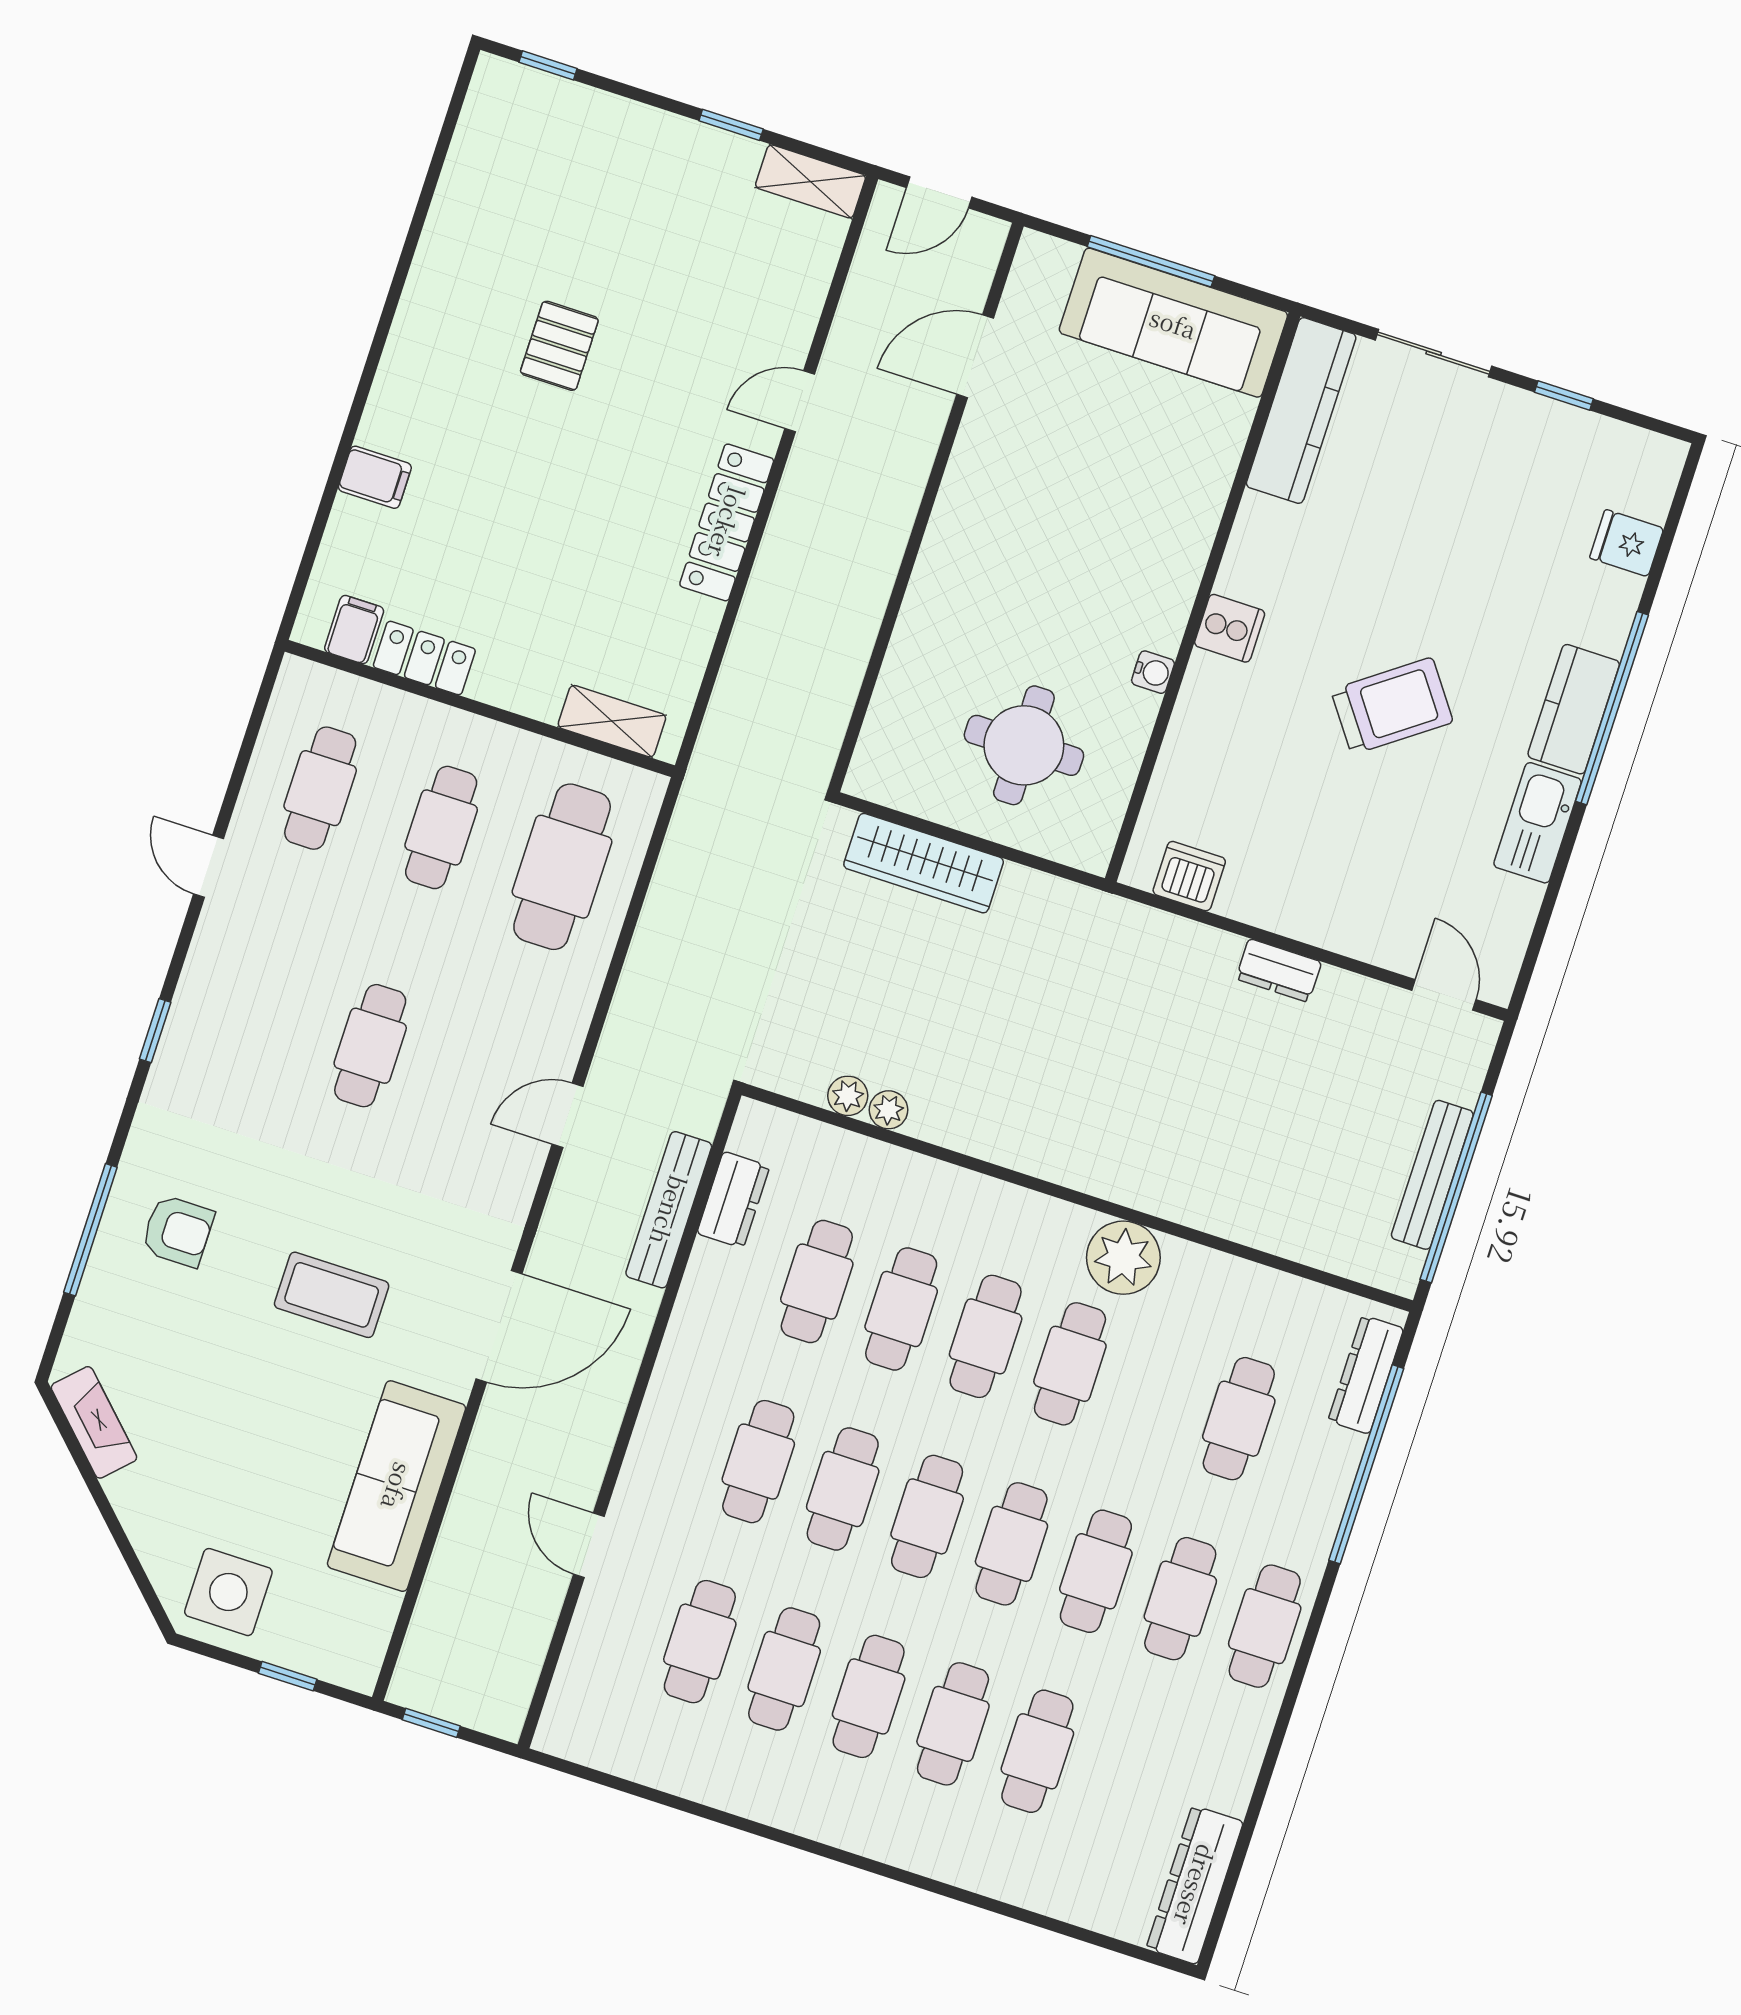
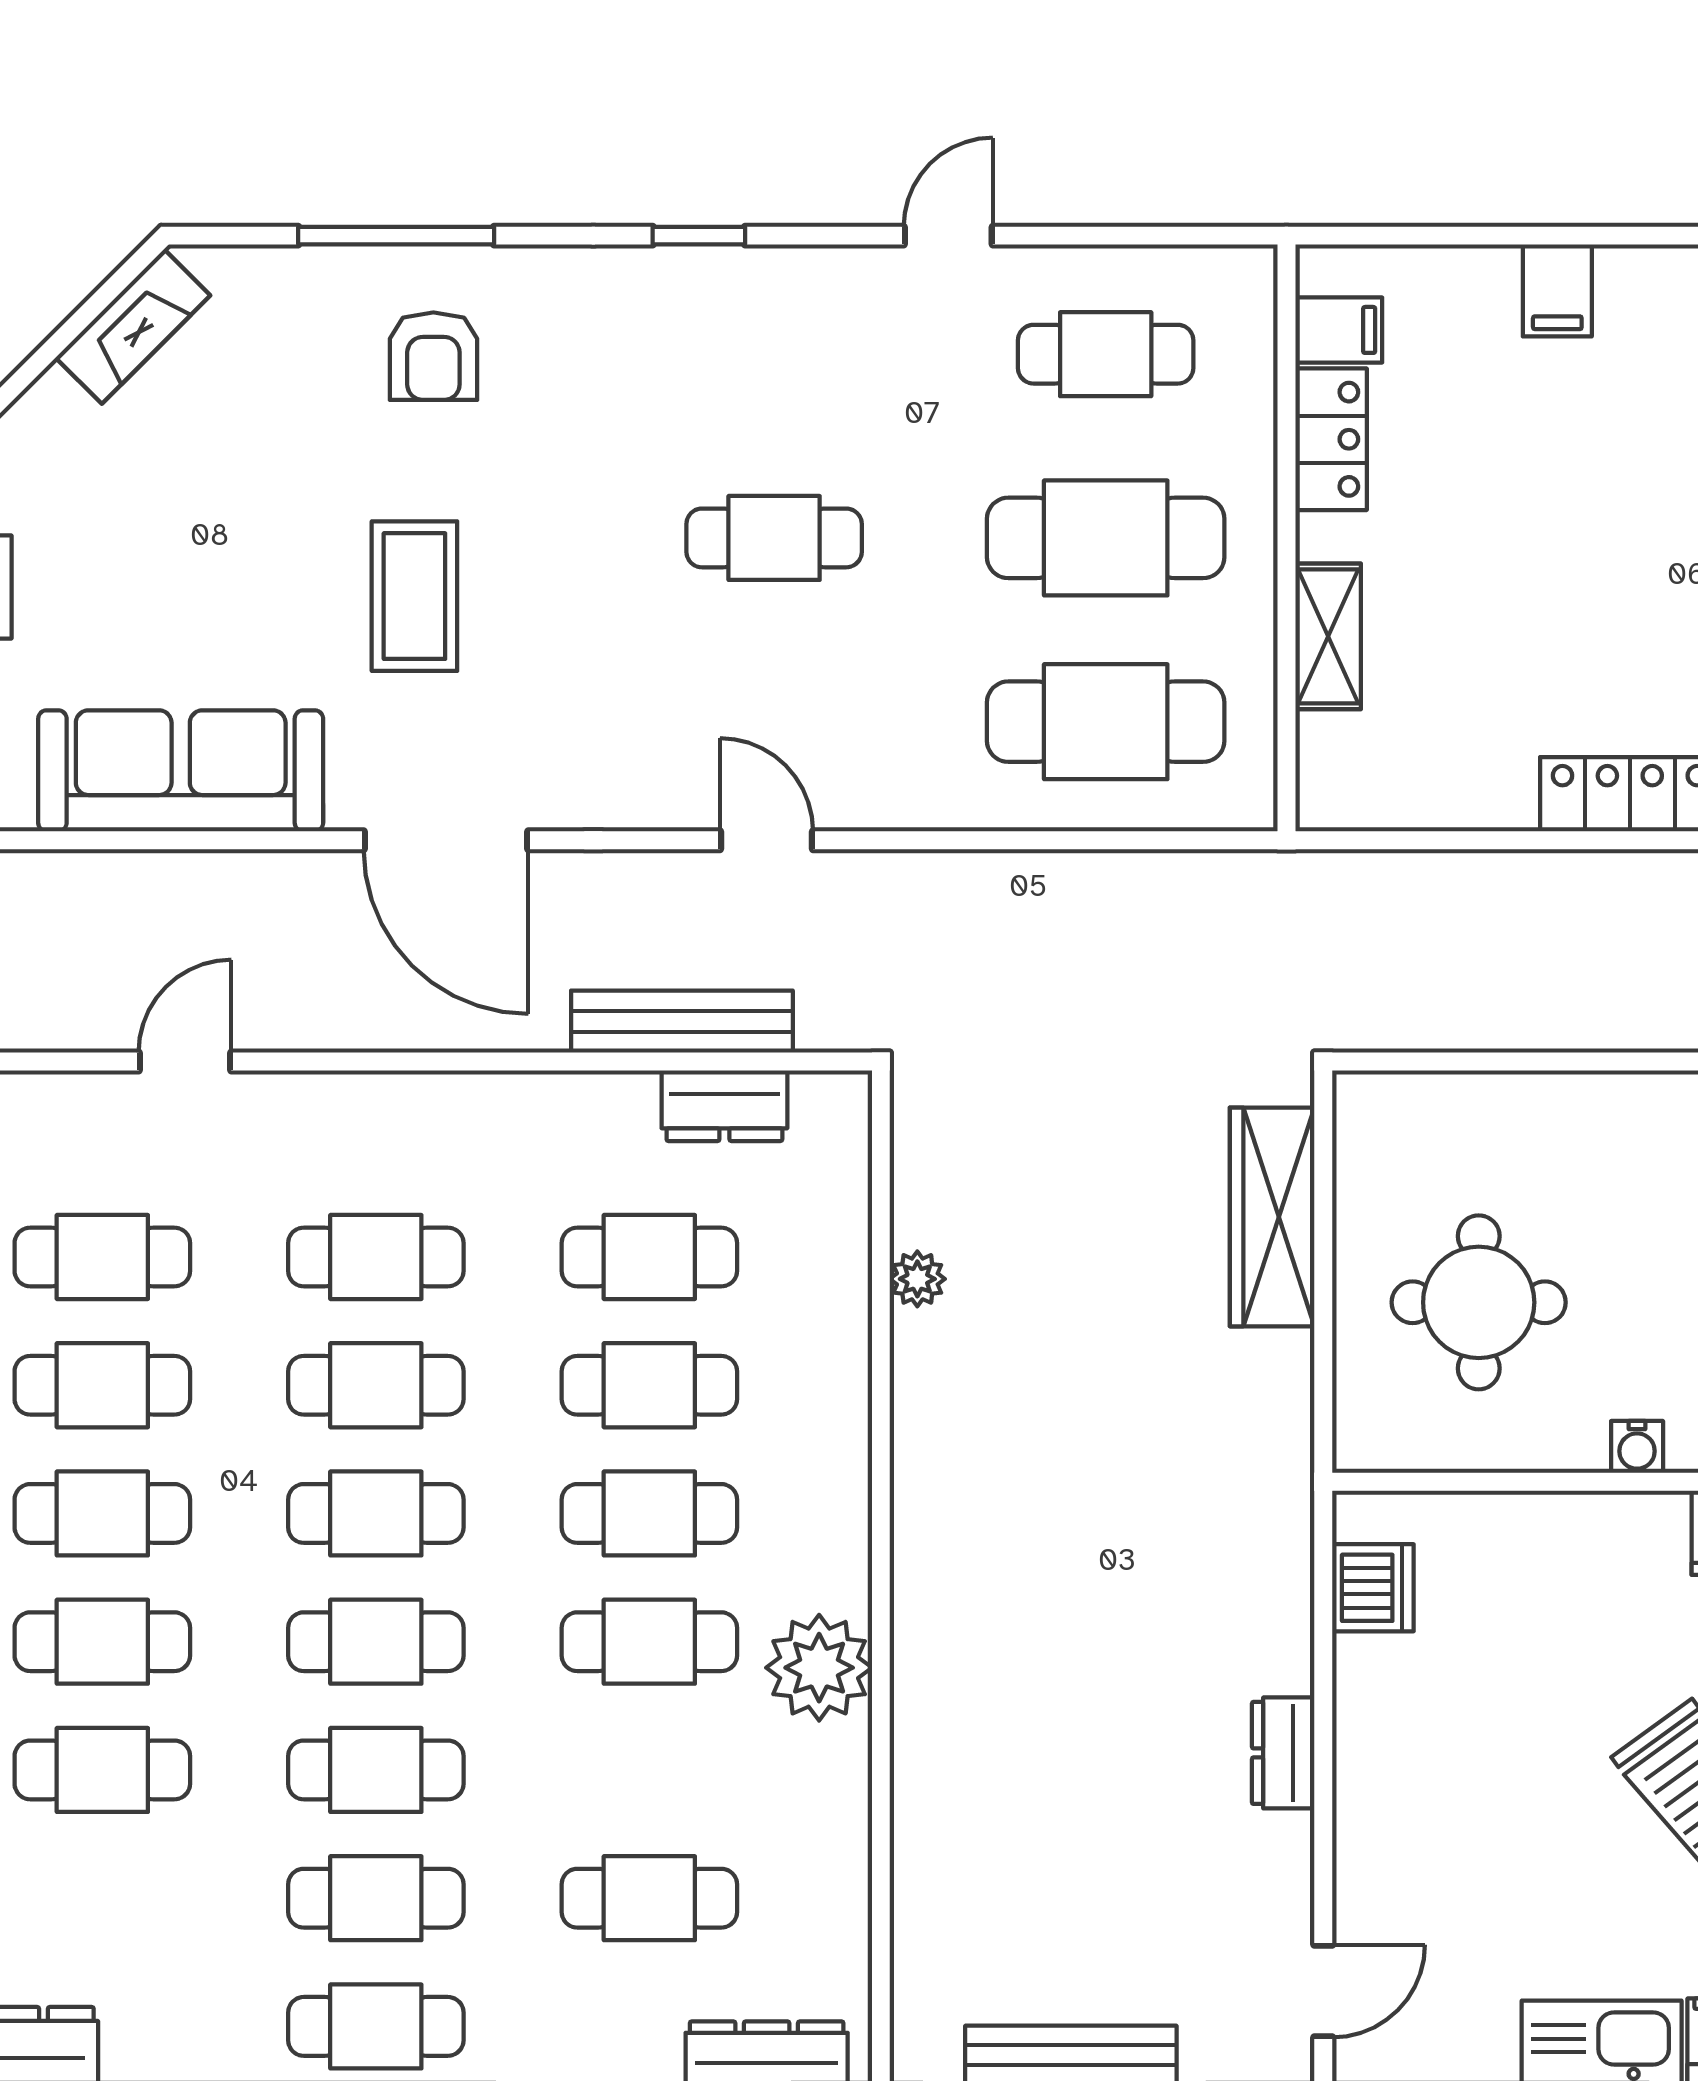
shelving: (612, 721) -> (1328, 636), moved
cafe table: (441, 827) -> (1106, 538), width x1.37, depth x1.35
plant: (848, 1096) -> (918, 1217), removed

